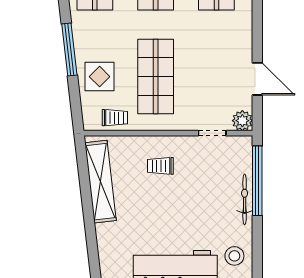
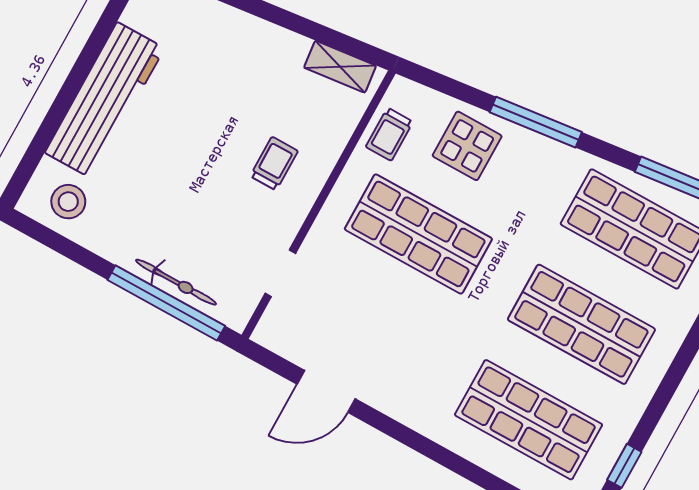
plant: (242, 121) -> (274, 332), removed
shelving: (100, 182) -> (340, 67), width x0.45, depth x0.75
bicycle: (245, 199) -> (176, 282), moved

